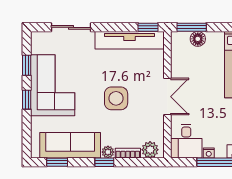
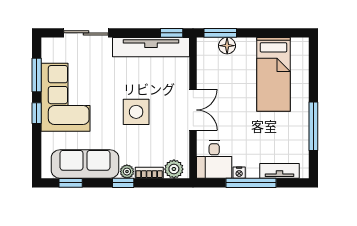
window: (27, 65) -> (37, 75), width x1.50

